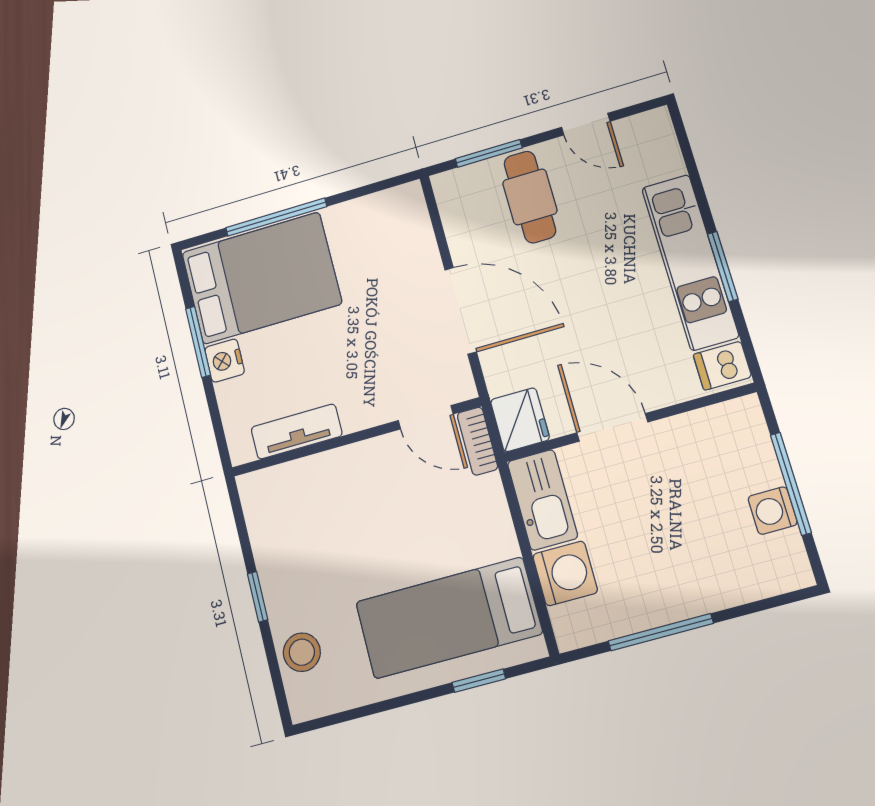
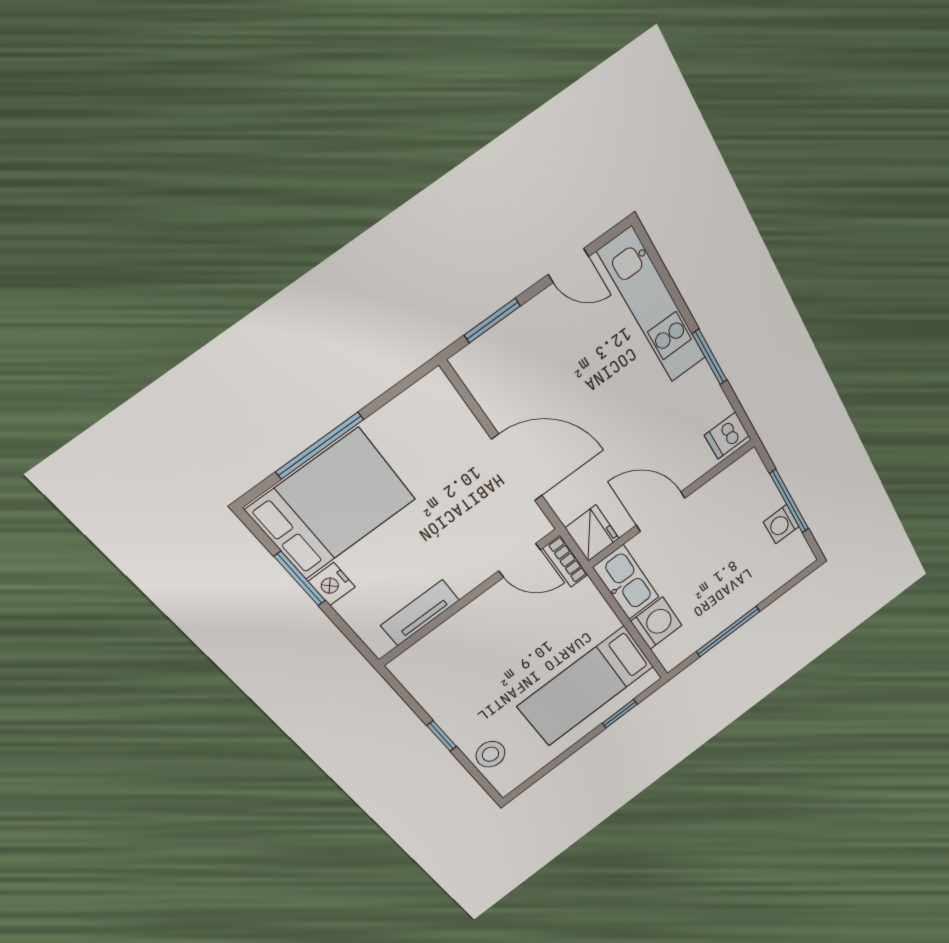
cafe table: (530, 197) -> (542, 349), removed
kitchen unit: (690, 262) -> (653, 306), moved

